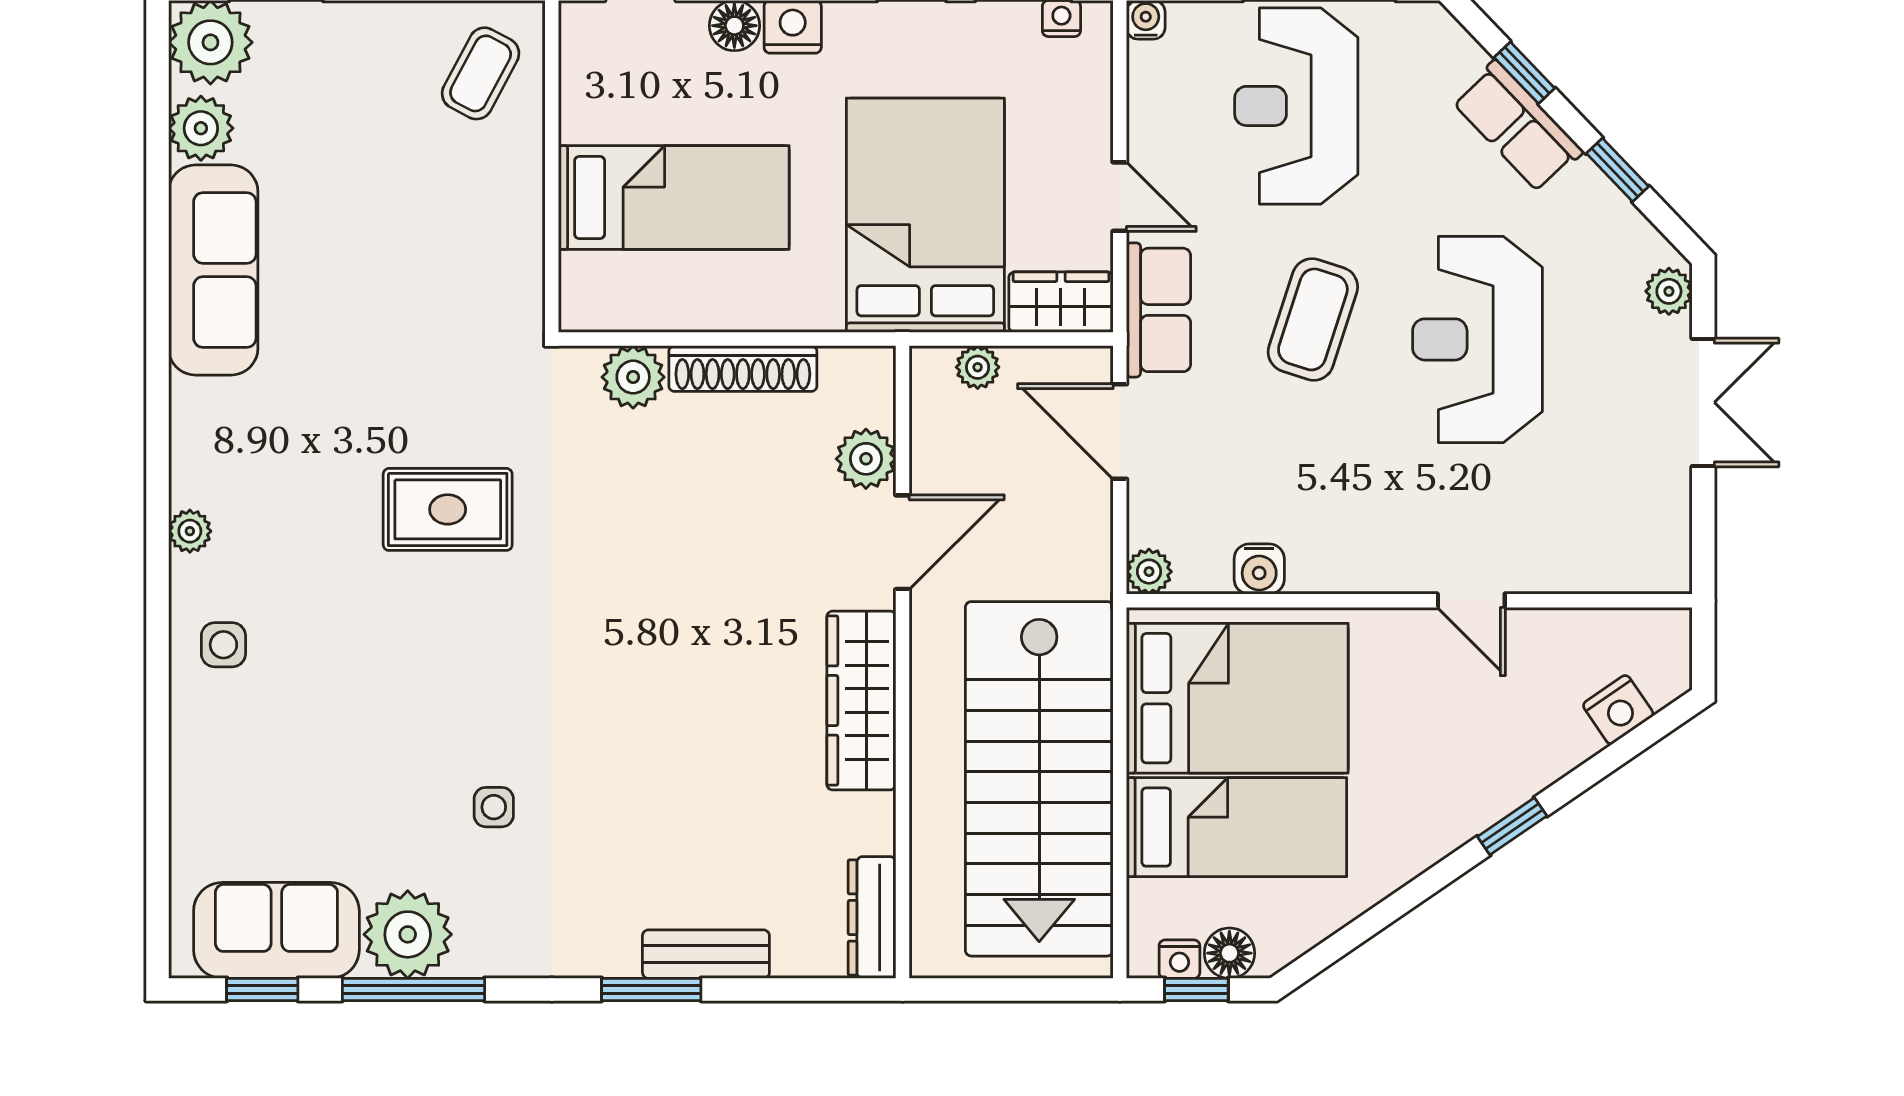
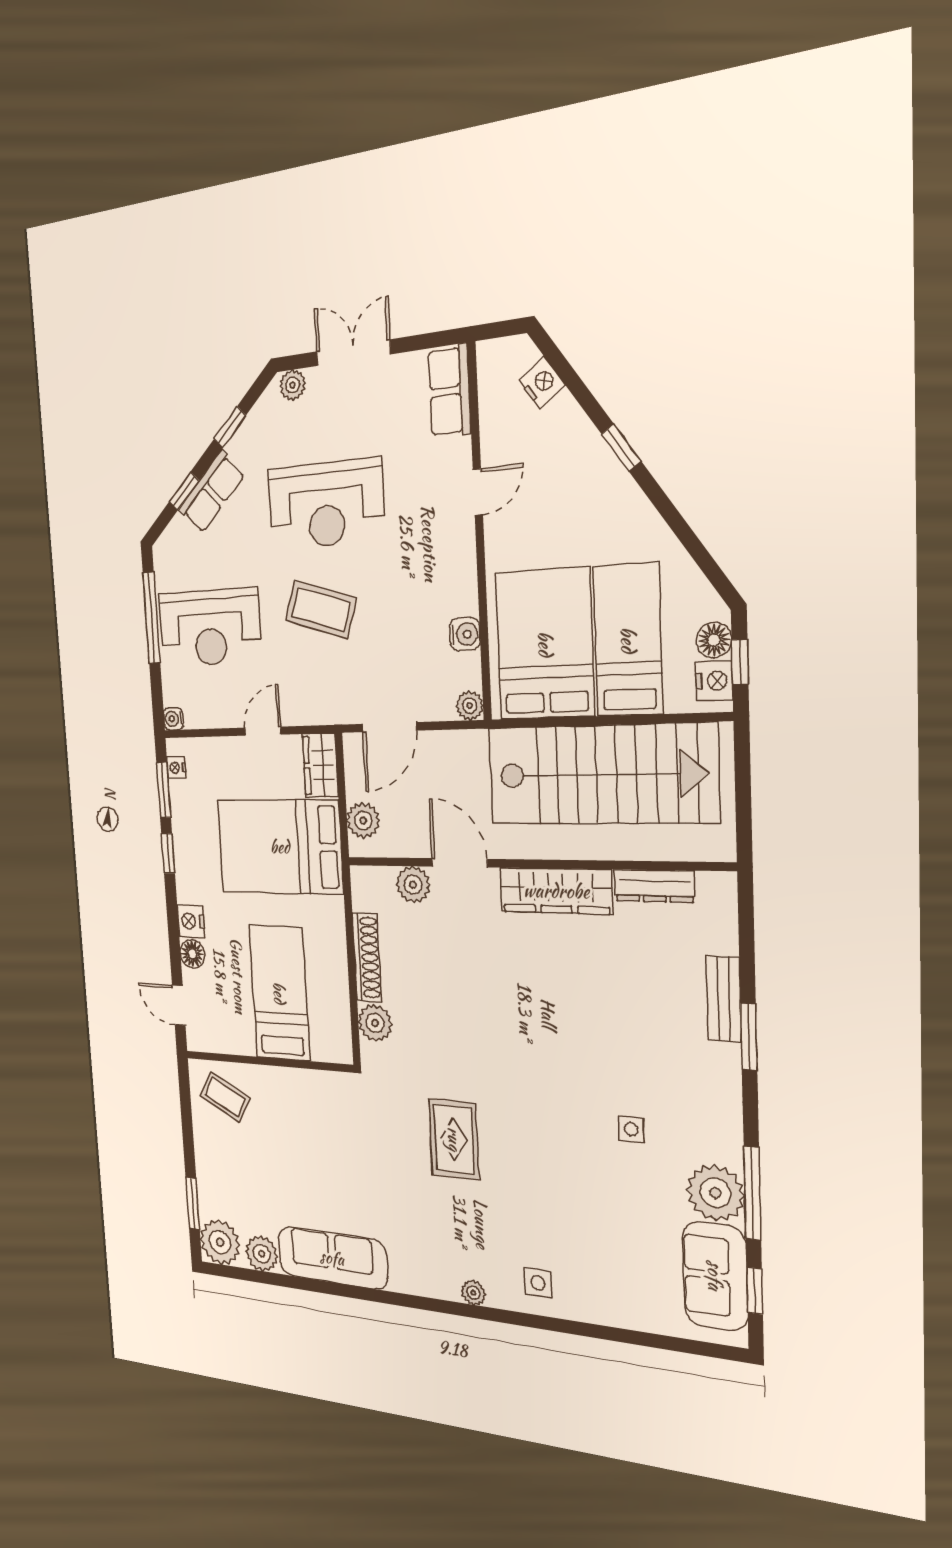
row of seats: (1159, 310) -> (450, 391), moved, turned -90
plant: (978, 367) -> (363, 821), width x1.38, depth x1.38
dresser: (872, 917) -> (654, 886), moved
nightstand: (1179, 959) -> (714, 681), width x1.39, depth x1.35

